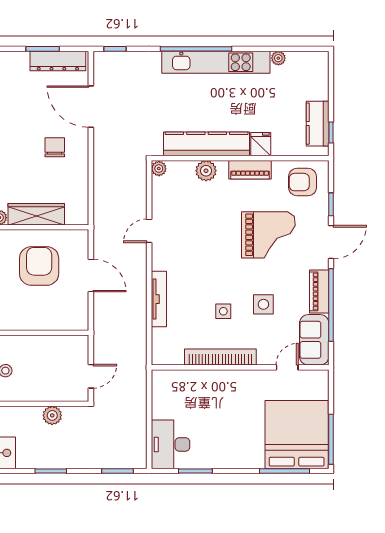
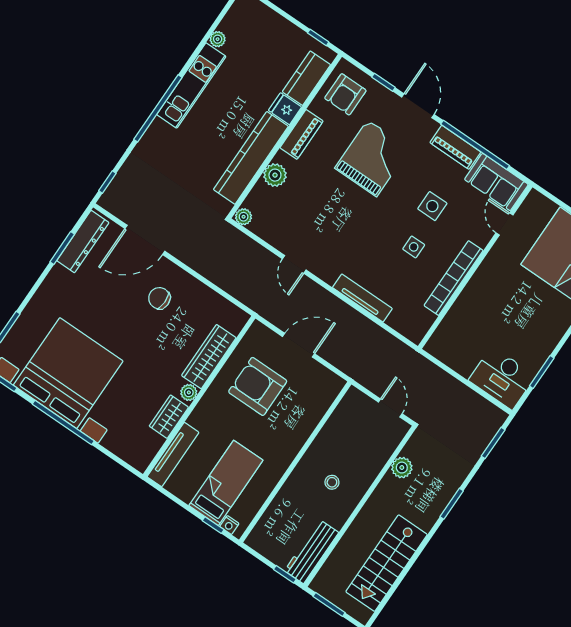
kitchen unit: (216, 62) -> (191, 85), width x0.73
kitchen counter: (318, 124) -> (306, 78), moved, turned 90

